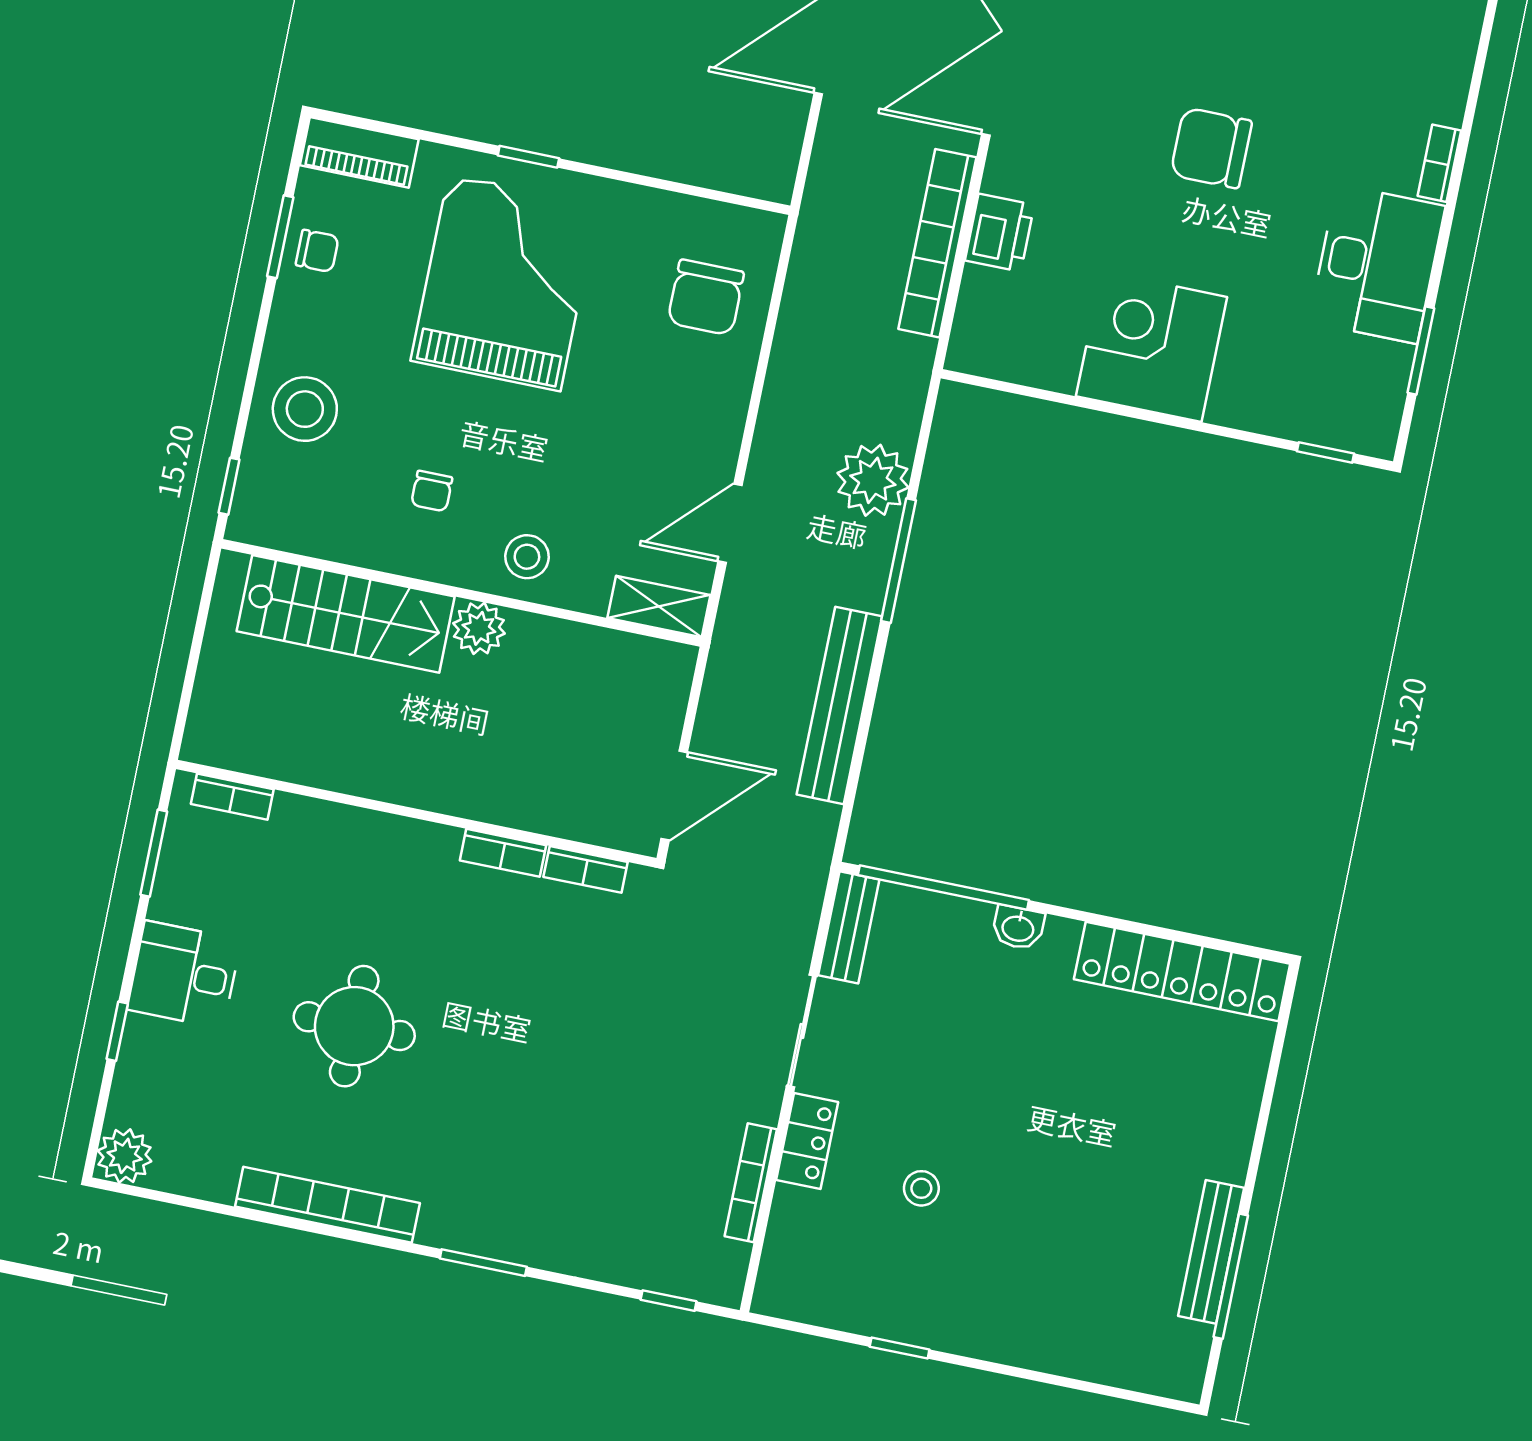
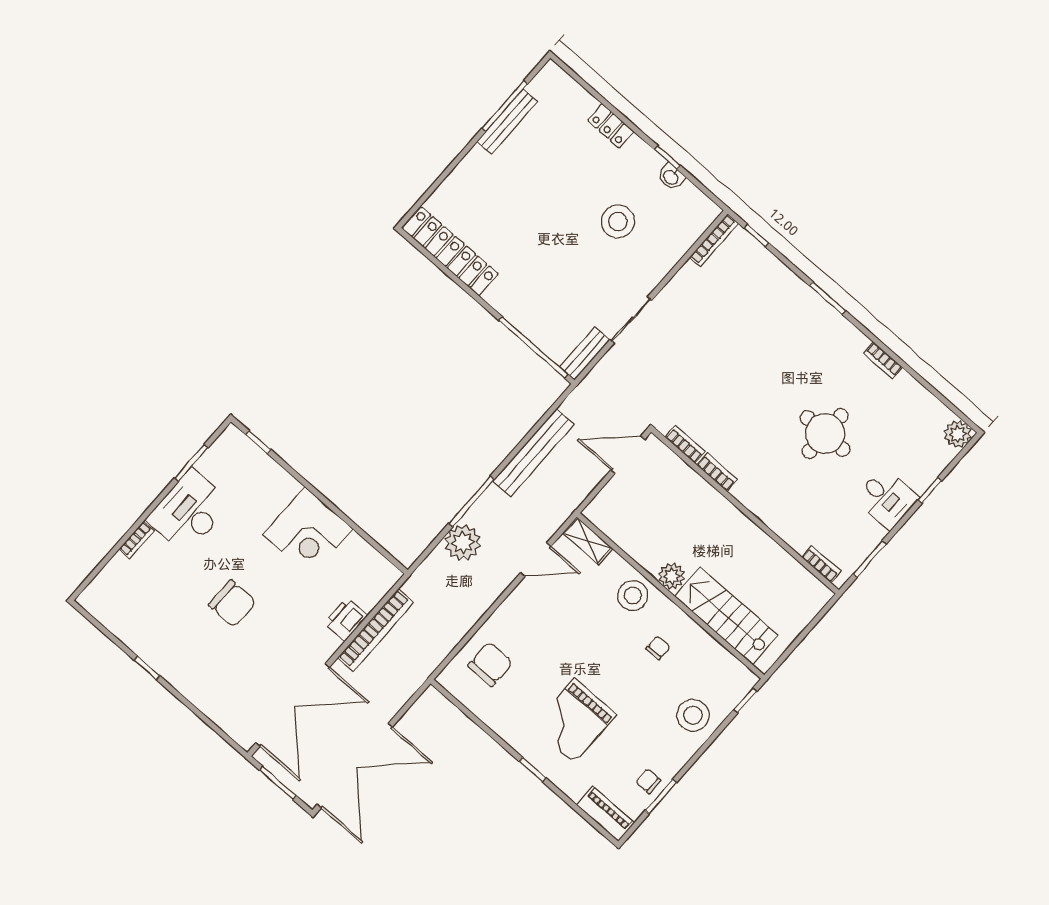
grand piano: (505, 283) -> (574, 721), width x0.73, depth x0.68
stool: (527, 557) -> (633, 595), width x1.38, depth x1.38
washbasin: (1018, 928) -> (671, 177), moved, turned 180
locker: (807, 1141) -> (611, 126), moved, turned -90
bookcase: (751, 1183) -> (714, 240), moved
stool: (921, 1188) -> (618, 222), width x1.89, depth x1.89
bookcase: (327, 1205) -> (883, 360), width x0.43, depth x0.76

